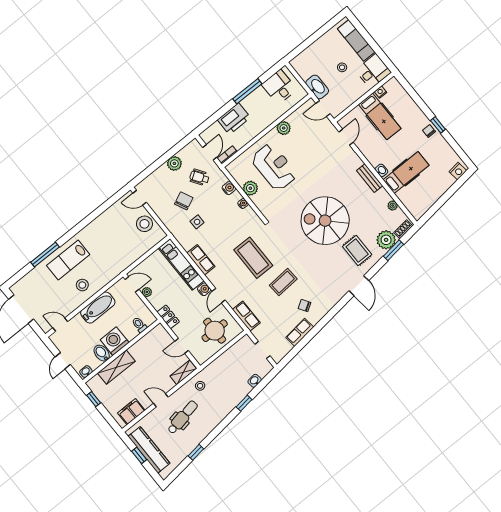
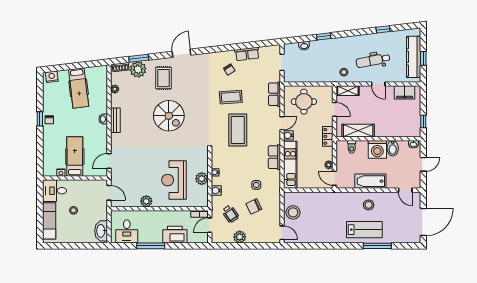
washbasin: (317, 87) -> (101, 231), moved
hospital bed: (406, 173) -> (79, 88), moved, turned -97
spiral stairs: (325, 221) -> (169, 116), width x0.73, depth x0.73
shelving: (116, 367) -> (358, 131), moved

